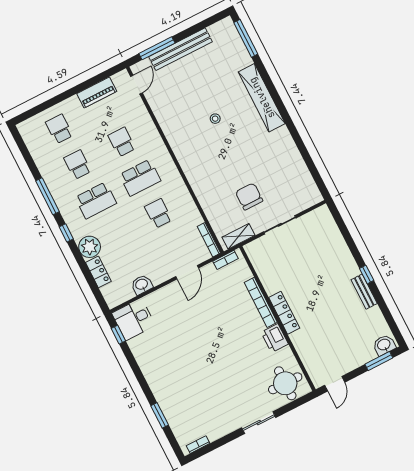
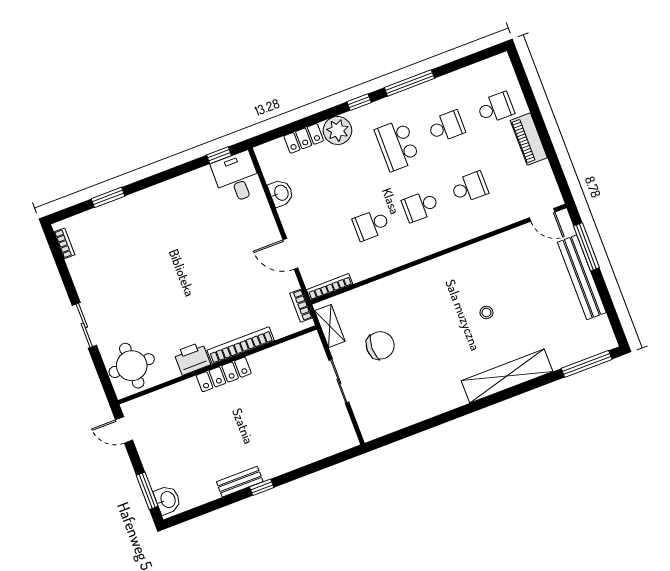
piano: (97, 92) -> (529, 139), moved
school desk: (140, 178) -> (420, 206), width x0.54
school desk: (158, 213) -> (371, 225), turned 180

